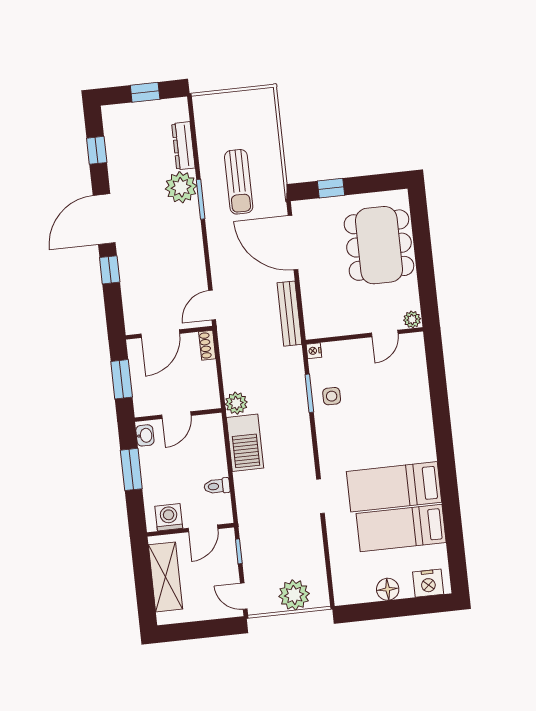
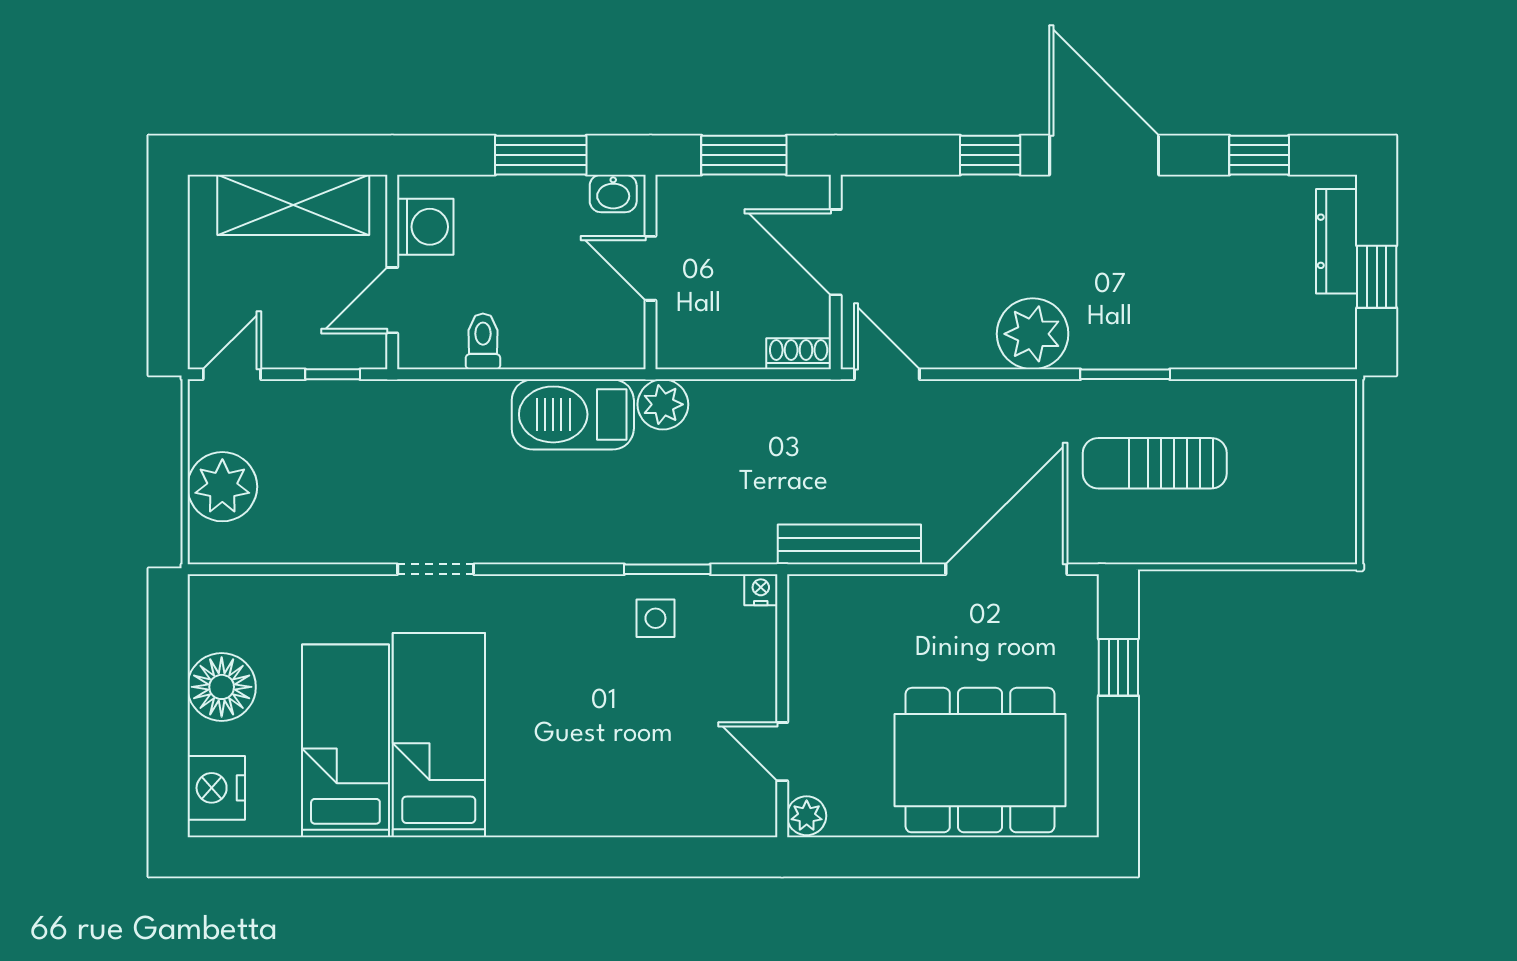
dresser: (183, 146) -> (1337, 241), moved, turned -90
plant: (181, 187) -> (1033, 334), moved
door: (203, 528) -> (392, 300), hinge flipped
floor lamp: (388, 589) -> (222, 687), width x1.38, depth x1.38

